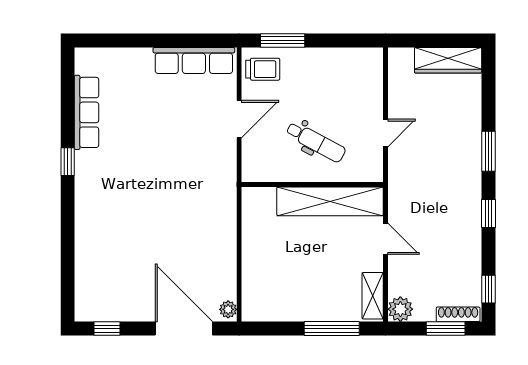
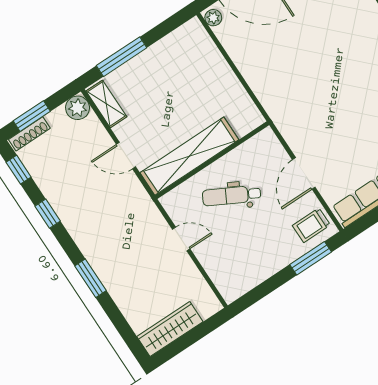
door: (386, 133) -> (181, 239), swing flipped
window: (488, 214) -> (48, 214), moved

